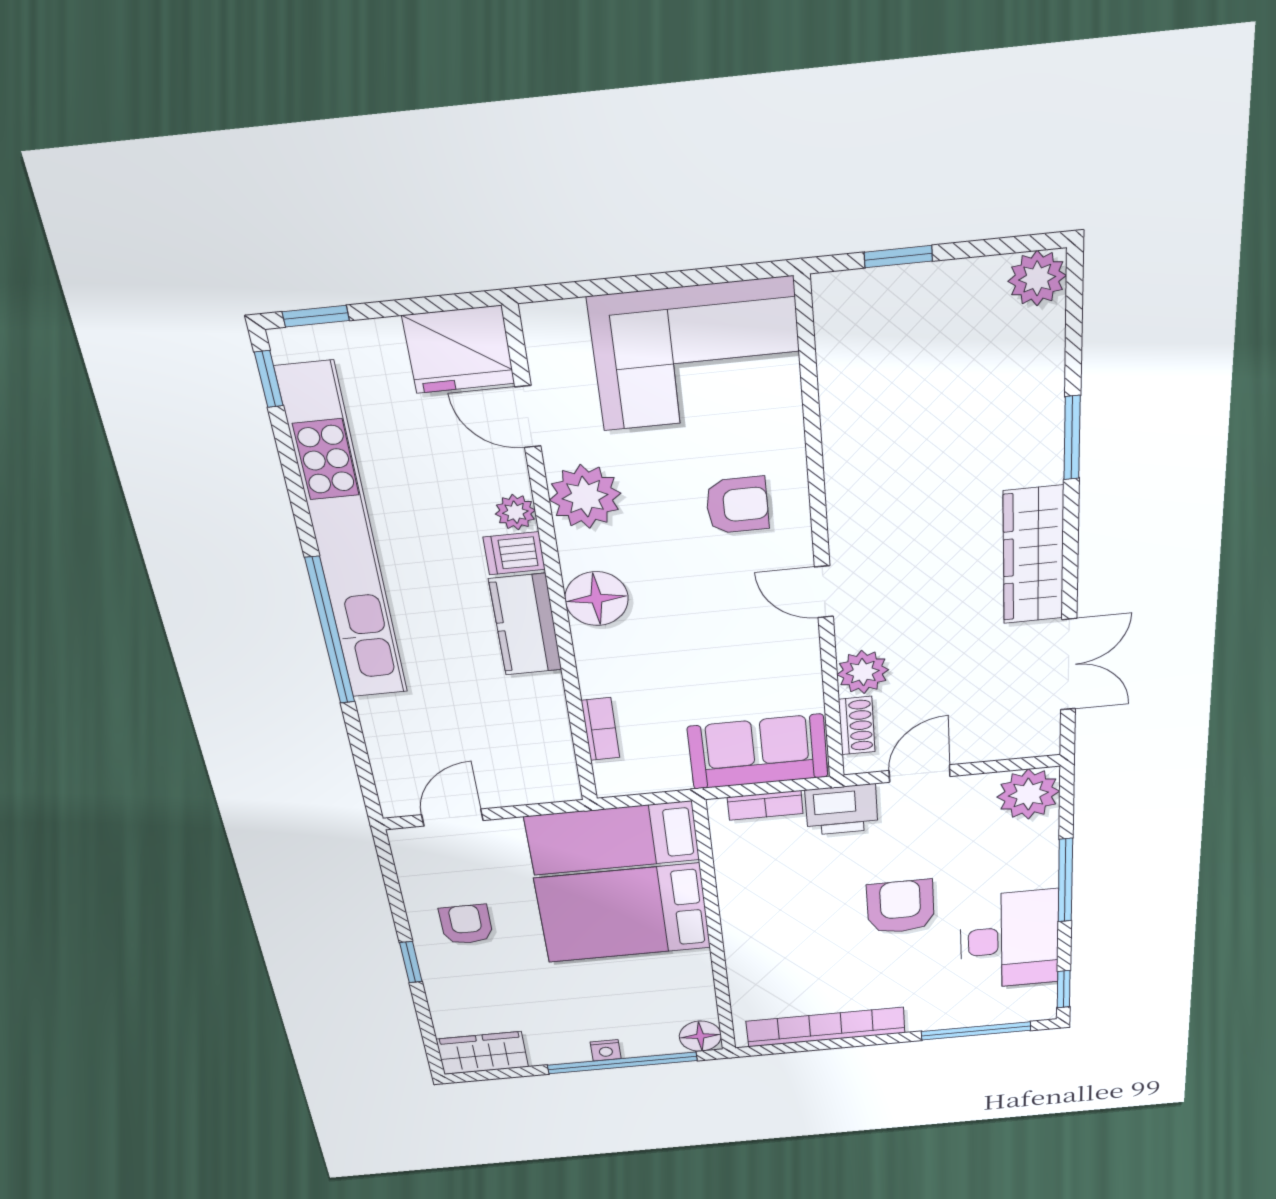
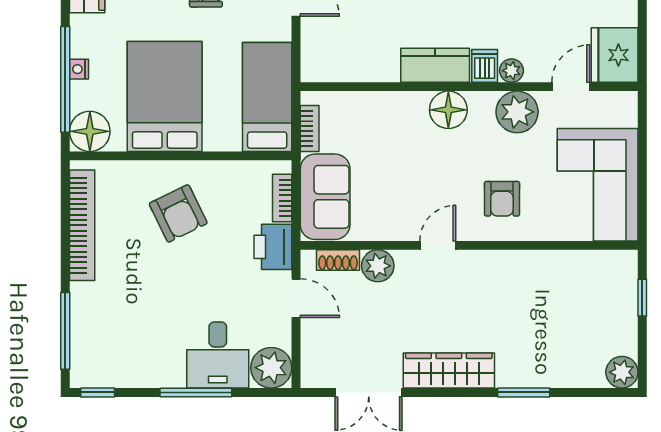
bookcase: (600, 729) -> (310, 129), moved, turned -90
armchair: (900, 907) -> (178, 213), moved, turned 64
bed: (623, 913) -> (165, 96), moved
desk: (1009, 940) -> (218, 355), moved, width x0.73
floor lamp: (700, 1036) -> (90, 131), width x1.38, depth x1.38

